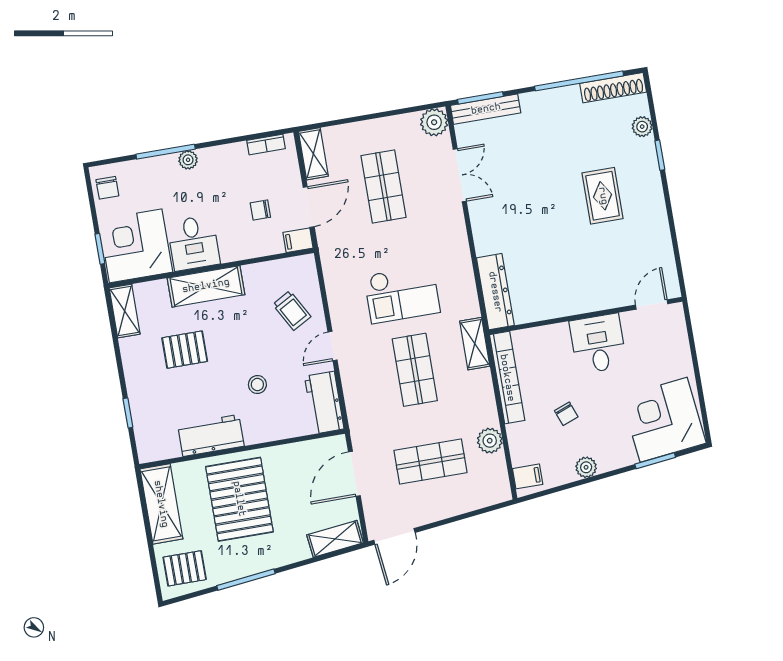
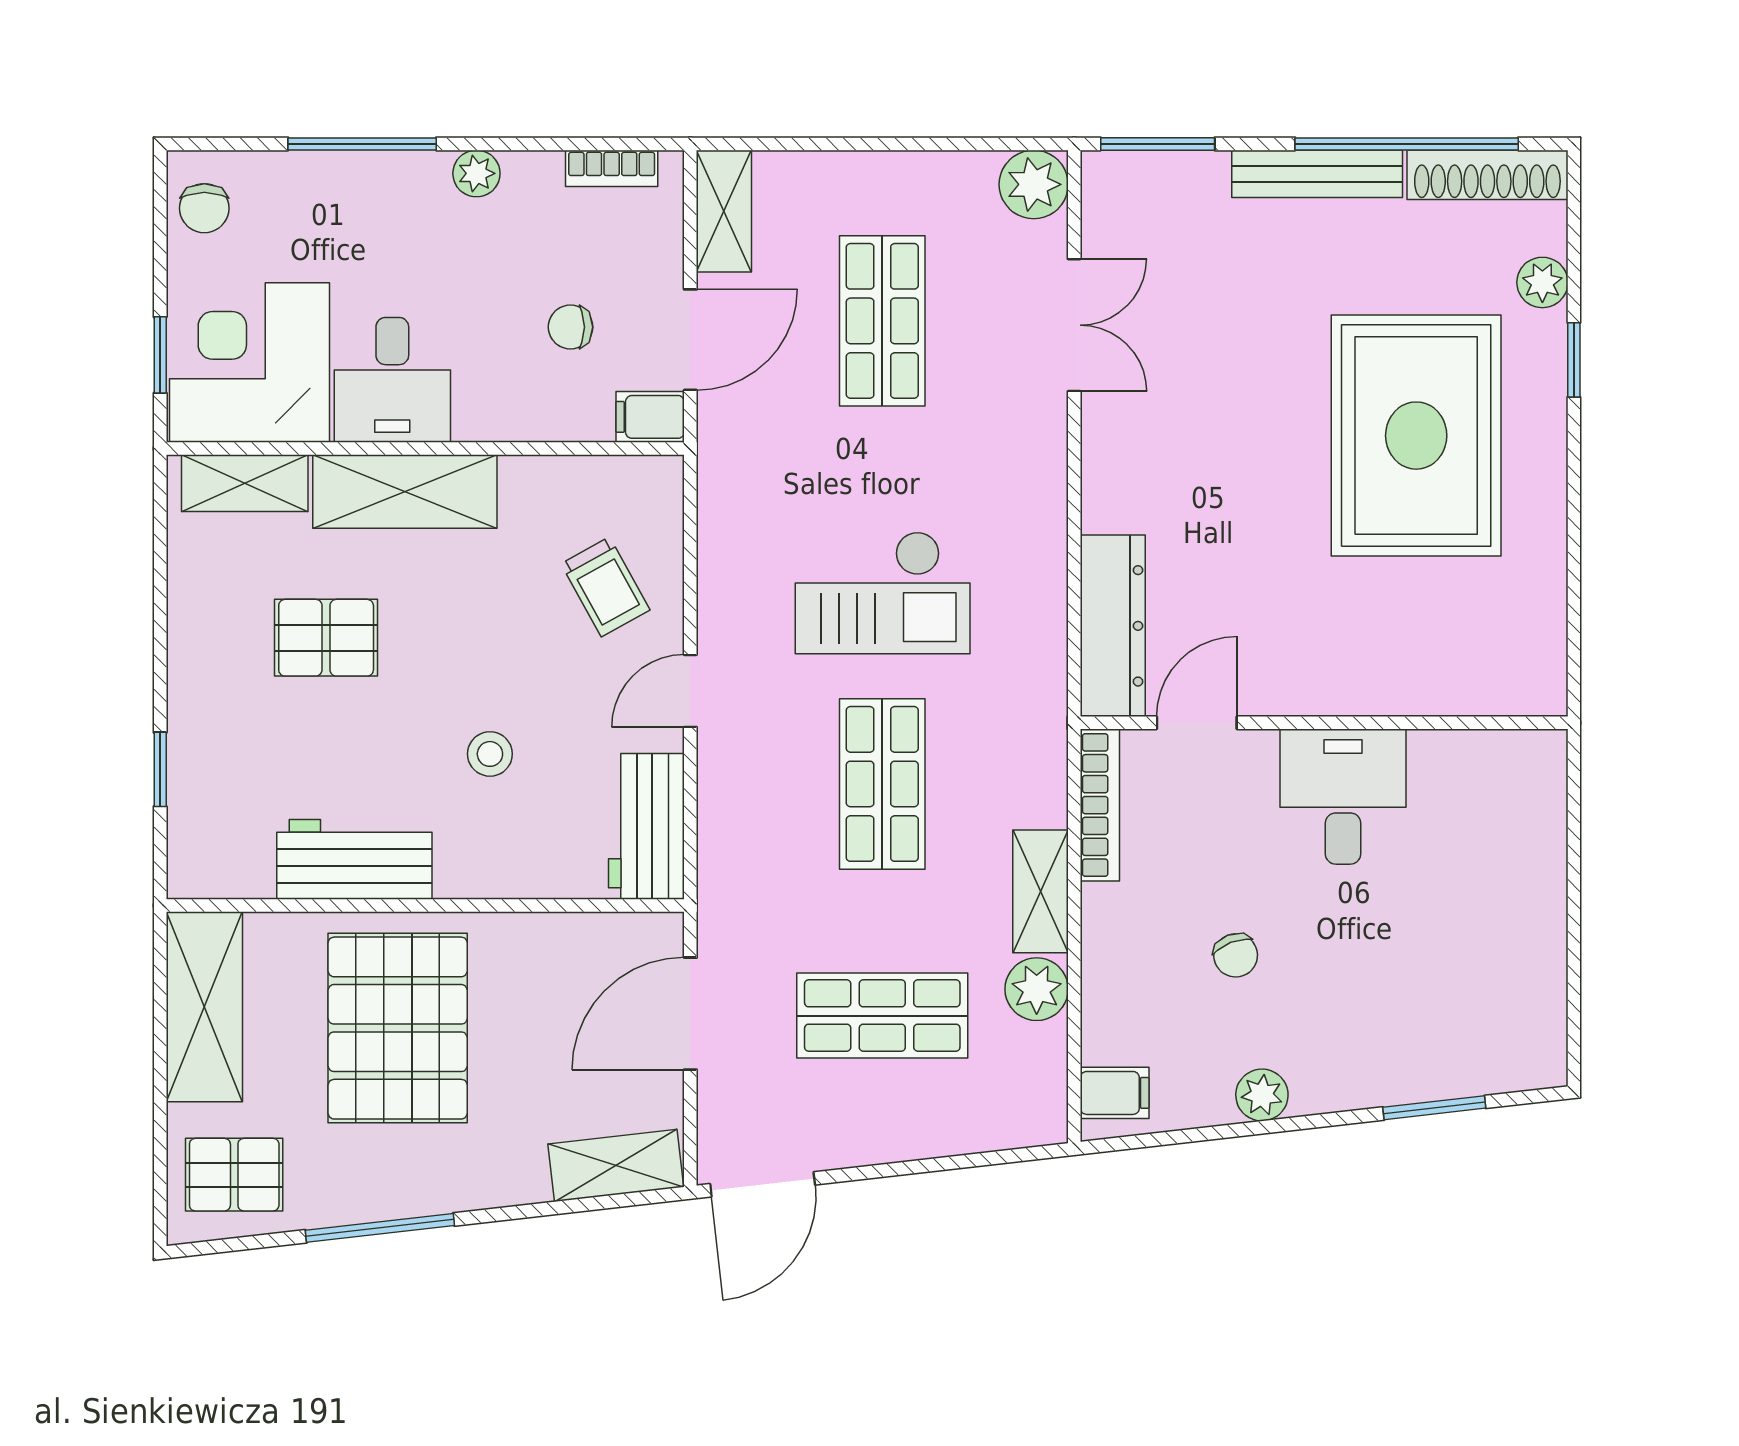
bench: (486, 109) -> (1317, 174), moved
plant: (188, 160) -> (476, 173), moved
rug: (603, 196) -> (1416, 436), width x1.86, depth x2.06
door: (652, 304) -> (1197, 723), moved
shelving: (125, 311) -> (245, 483), moved, turned 90
shelving: (475, 344) -> (1040, 891), moved
bookcase: (507, 378) -> (1100, 805), width x0.68, depth x0.76
corner desk: (664, 420) -> (1472, 1011), removed

